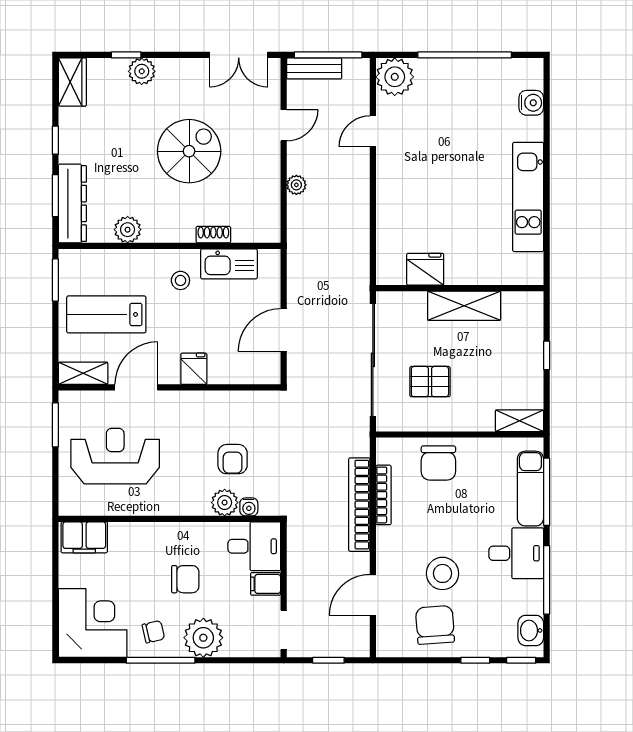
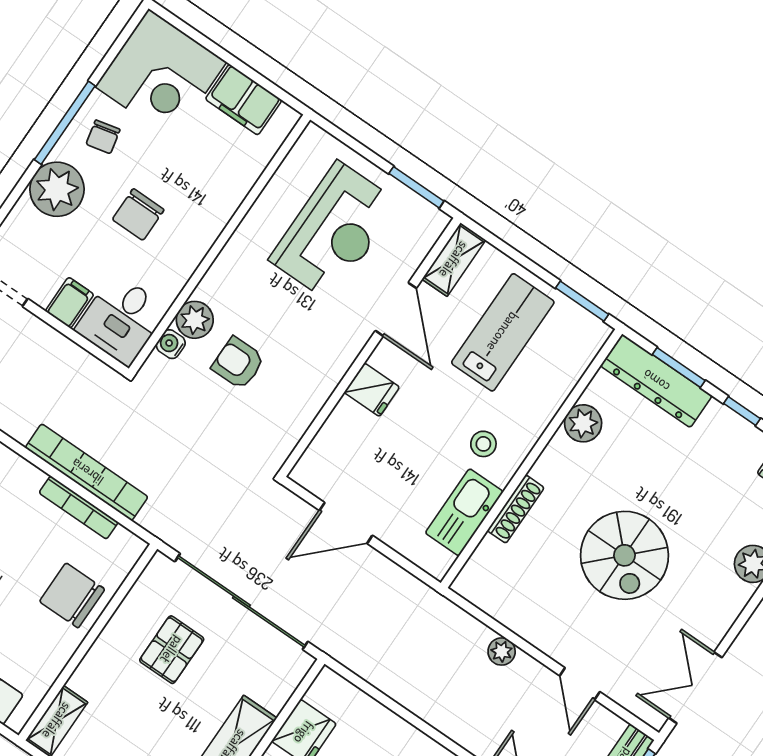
shoe rack: (213, 235) -> (516, 509), width x1.43
door: (284, 330) -> (346, 523), swing flipped
filing cabinet: (84, 537) -> (244, 100), moved, turned -90

